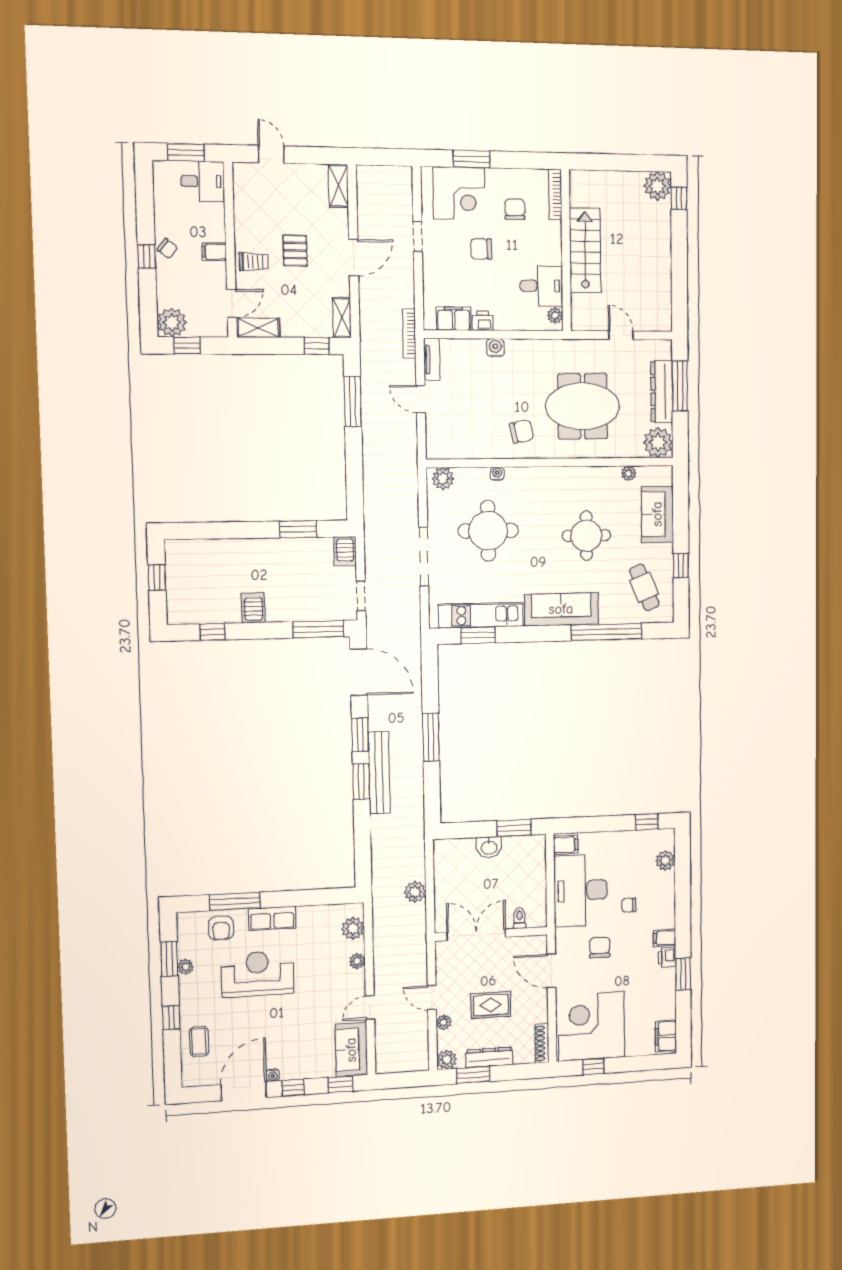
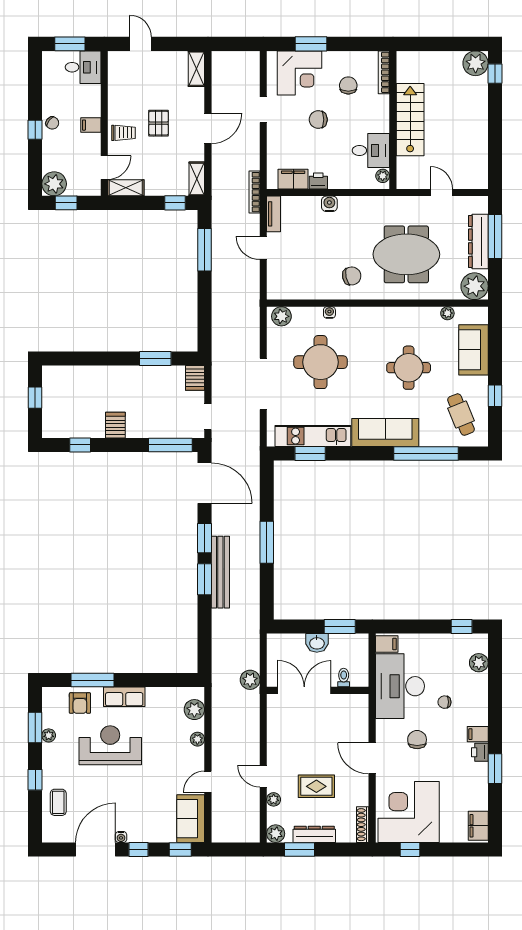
toilet: (520, 918) -> (344, 678), moved
wall: (491, 934) -> (318, 690), moved
double door: (476, 935) -> (304, 690), moved

